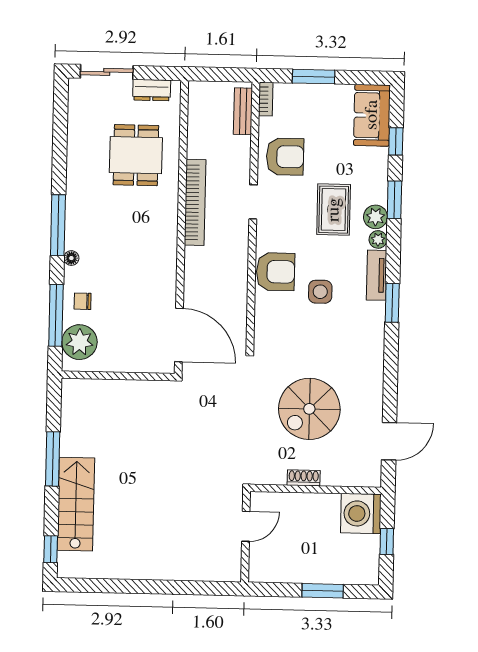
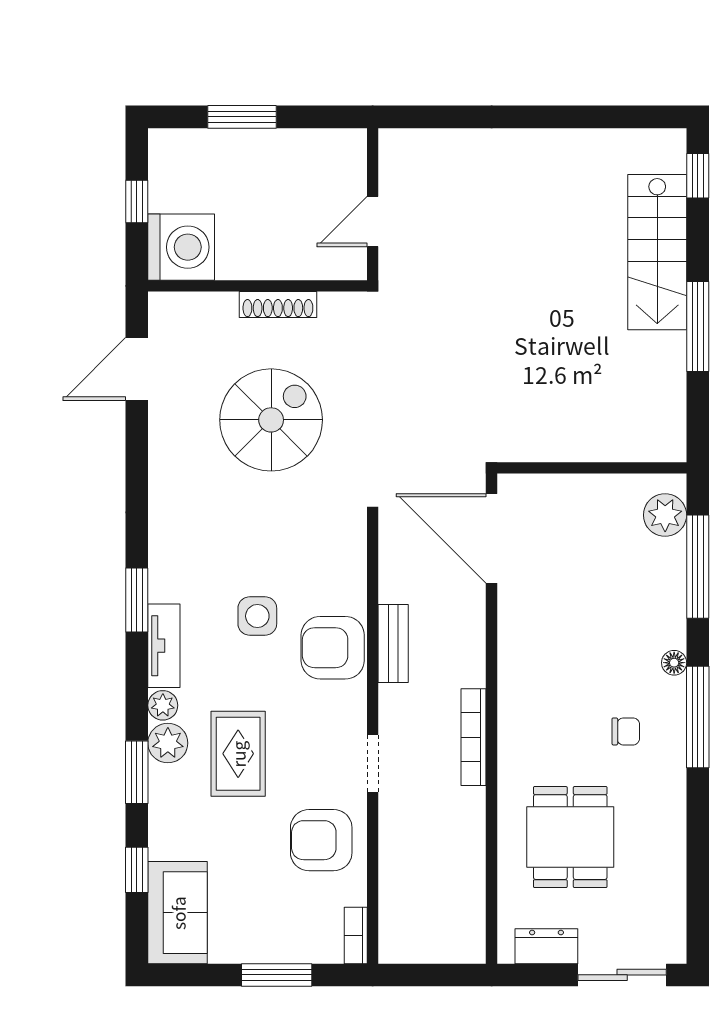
bench: (243, 111) -> (393, 644), moved
bookcase: (195, 202) -> (474, 737), width x0.68, depth x0.76
chair: (83, 301) -> (626, 731), moved
plant: (80, 342) -> (665, 515), width x0.73, depth x0.73
shoe rack: (304, 478) -> (278, 305), width x1.43

